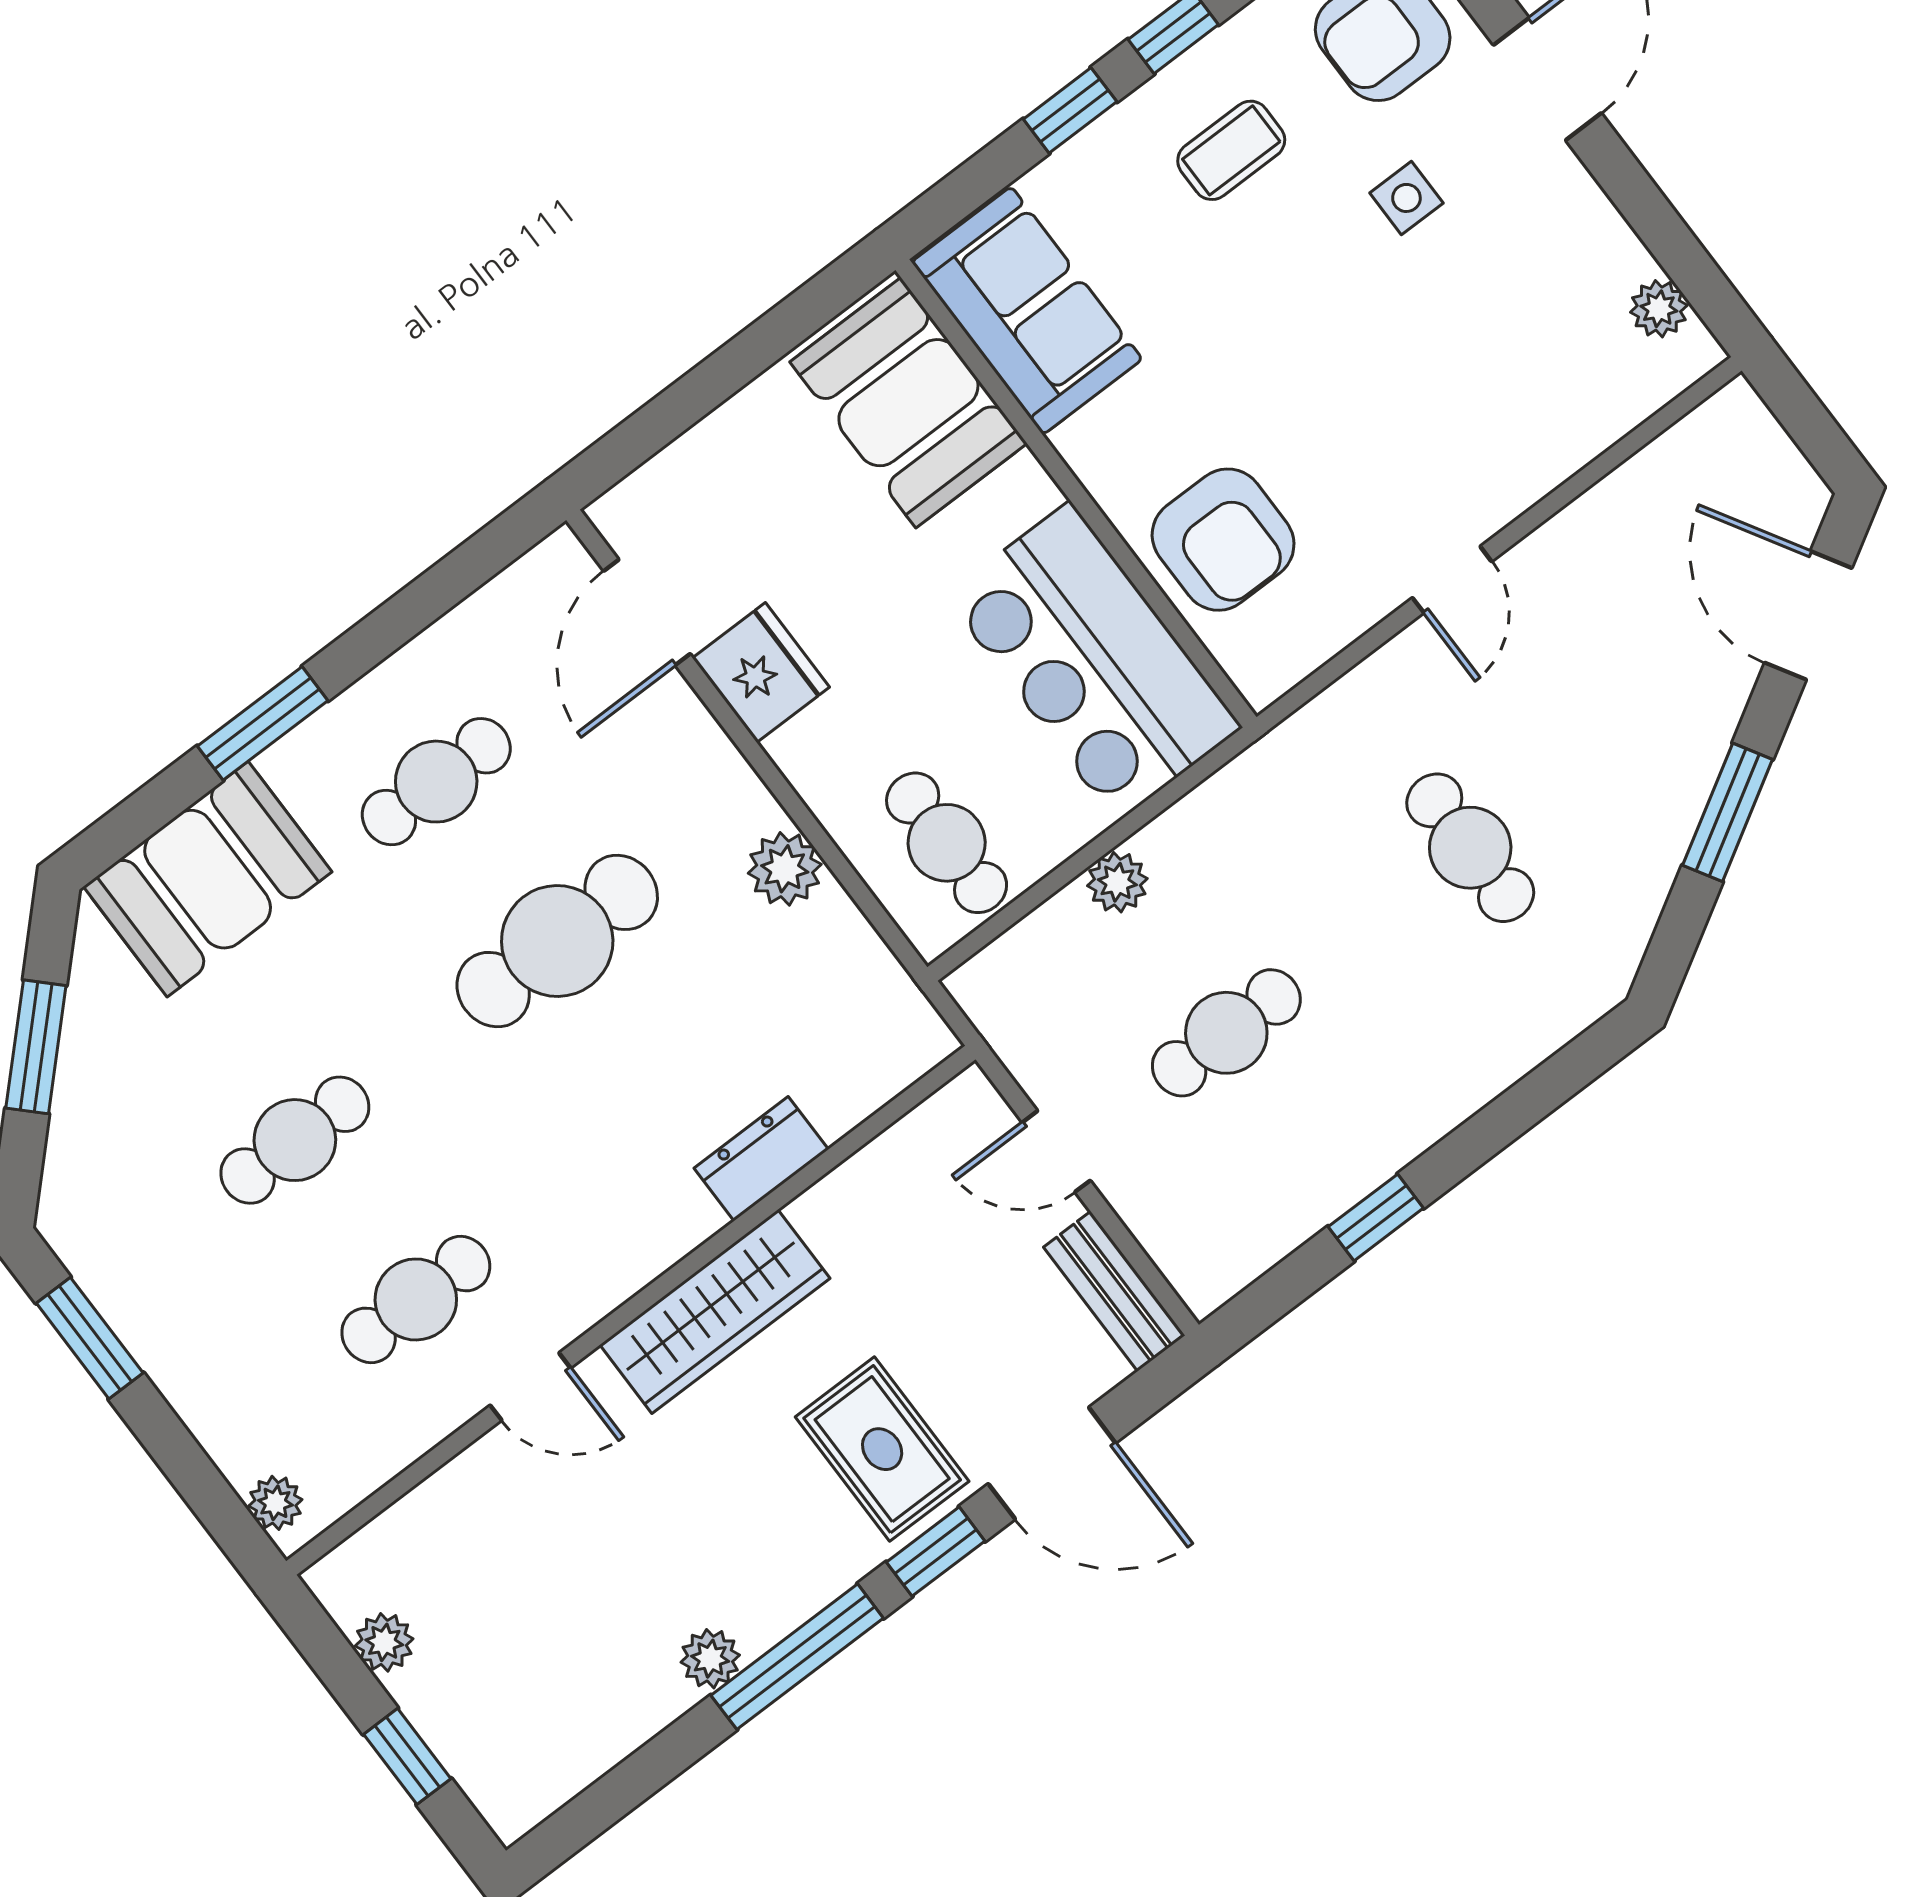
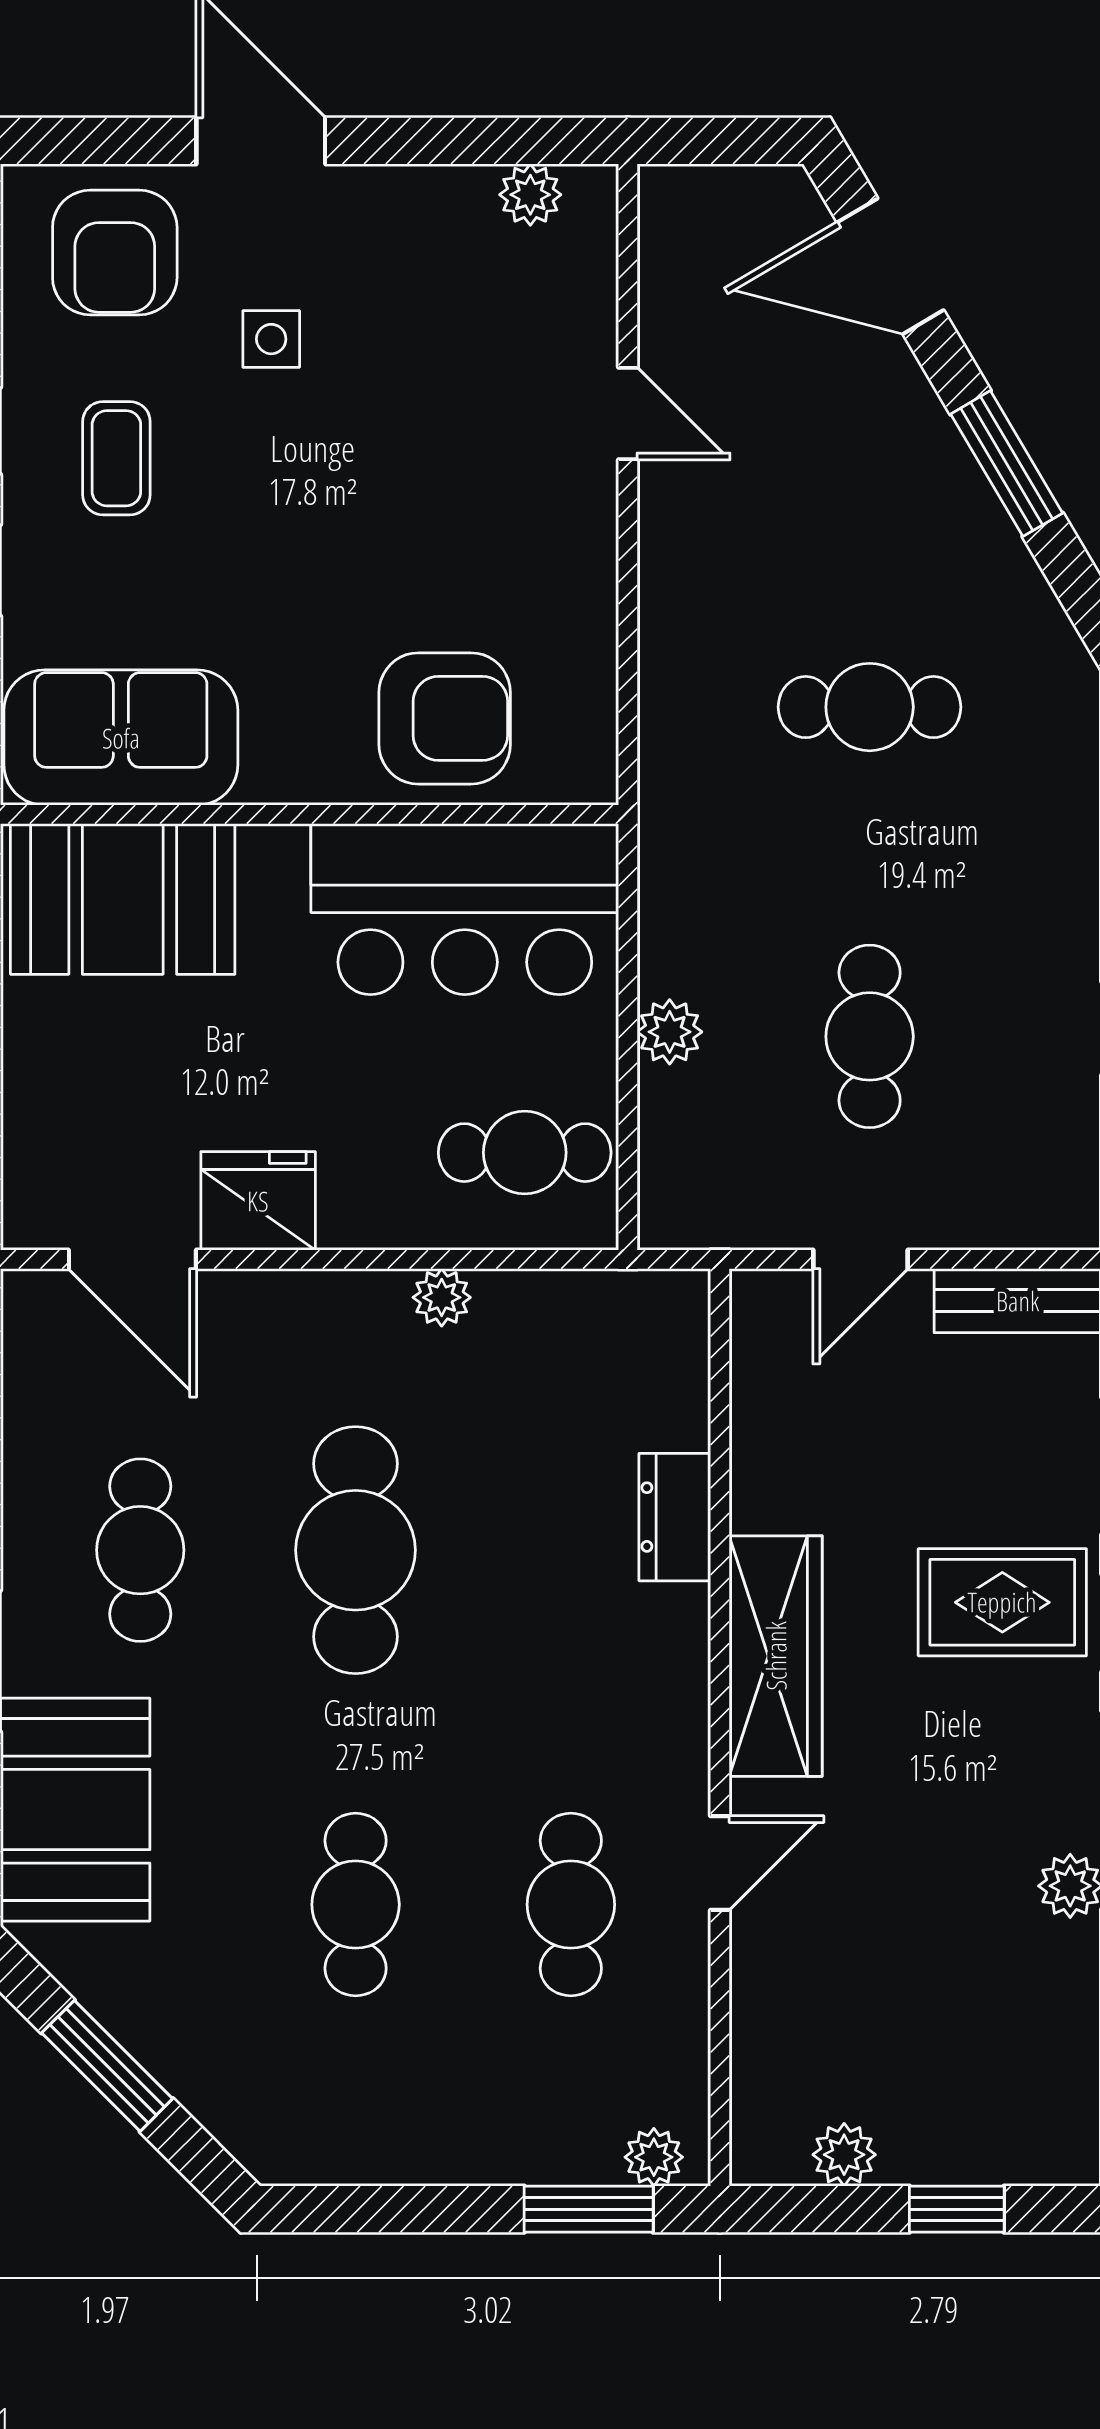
door: (1452, 580) -> (628, 414), moved
plant: (785, 869) -> (442, 1297), width x0.73, depth x0.73
window: (90, 1338) -> (589, 2209), moved

